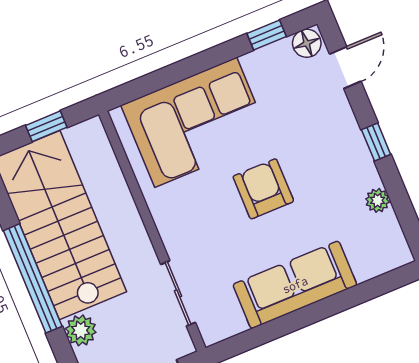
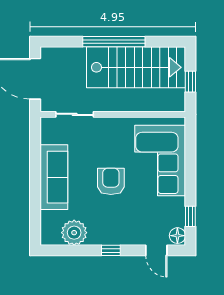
armchair: (263, 189) -> (111, 181), turned -90
plant: (378, 200) -> (74, 233), width x1.87, depth x1.87
plant: (81, 330) -> (76, 56), removed

